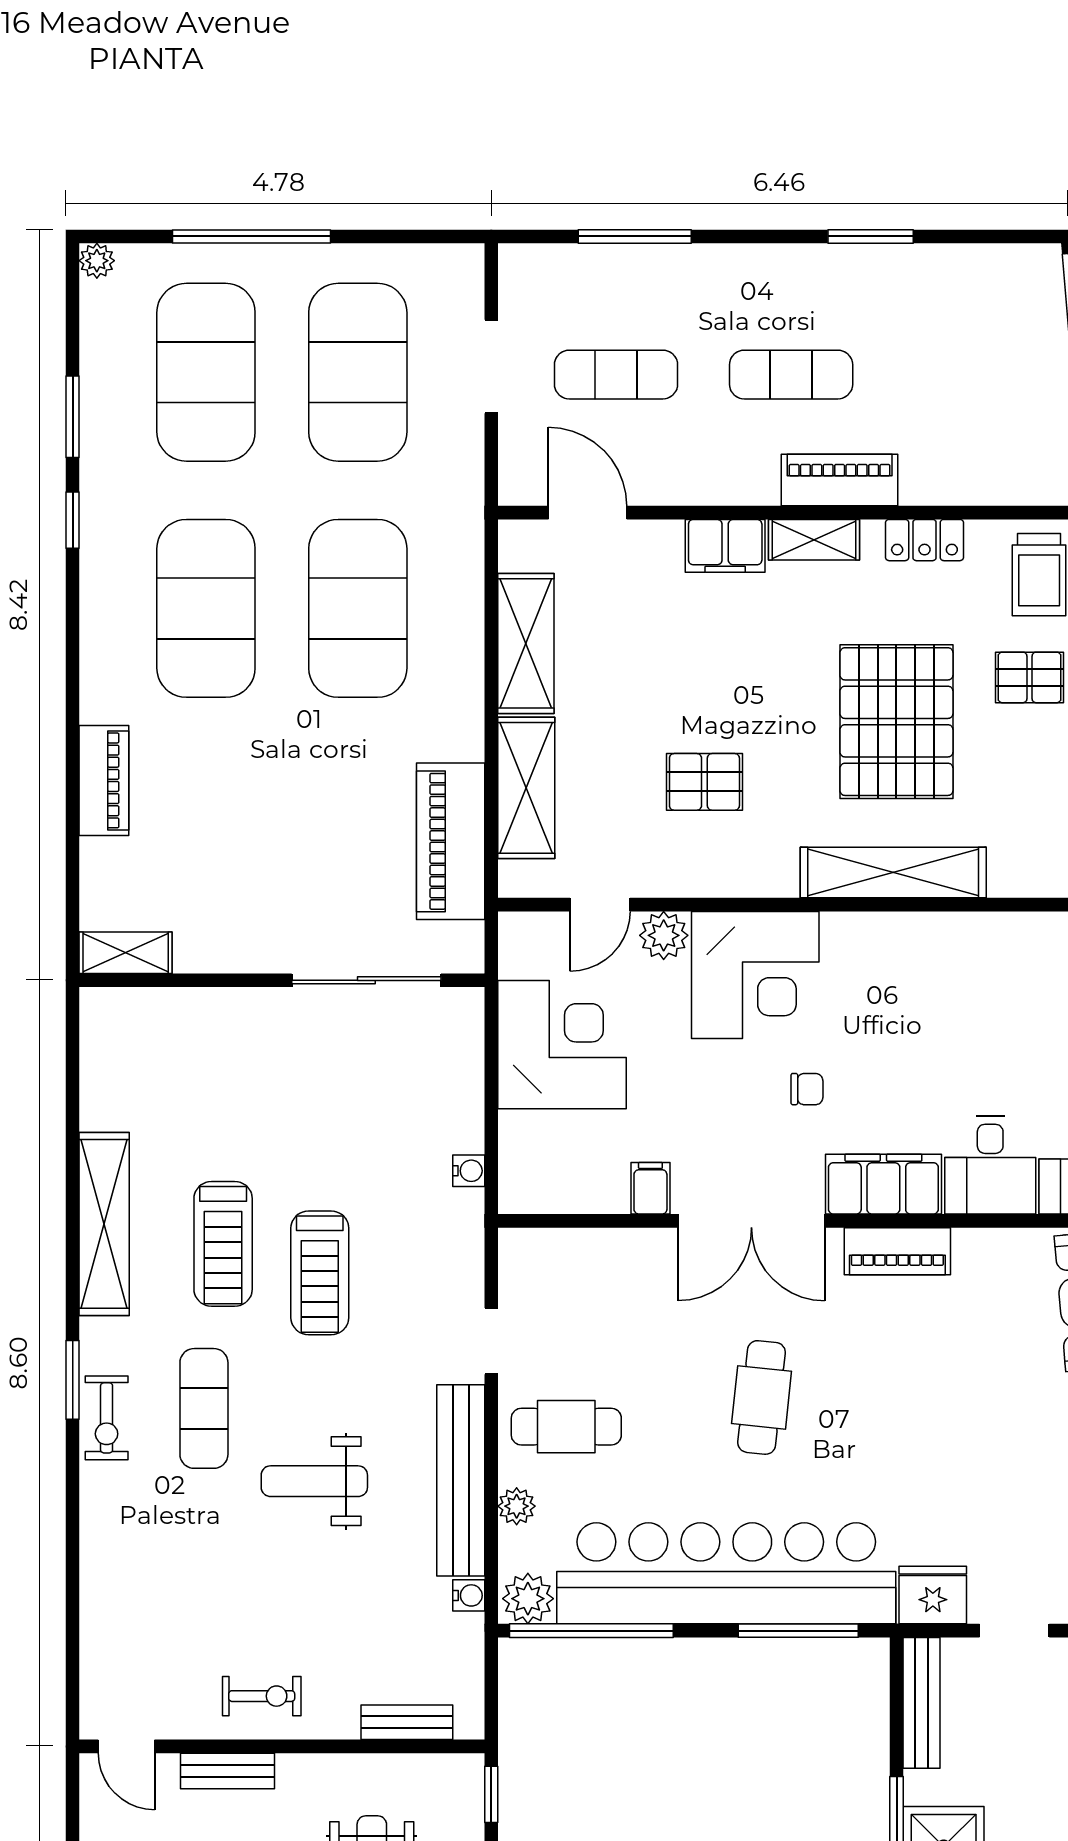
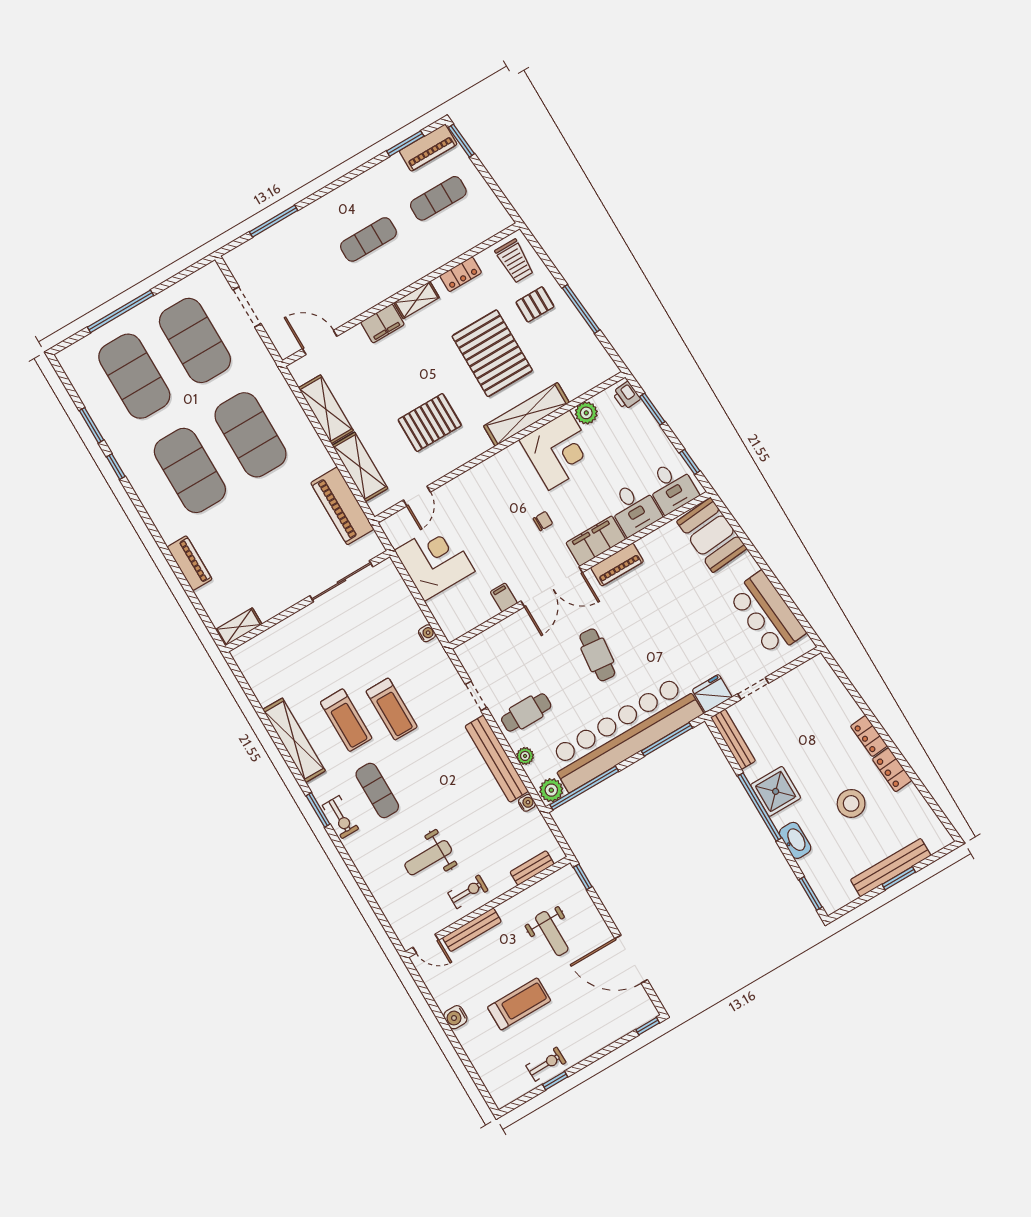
window: (871, 236) -> (405, 144), moved
plant: (97, 261) -> (64, 357), removed
exercise mat: (616, 375) -> (438, 198), moved
piano: (840, 480) -> (428, 148), moved, turned 180
pallet: (704, 782) -> (430, 423), width x1.50, depth x1.42
plant: (664, 935) -> (586, 413), moved
corner desk: (755, 975) -> (559, 450), moved
weight bench: (314, 1481) -> (428, 858), moved
bench: (227, 1771) -> (472, 930), width x1.36

